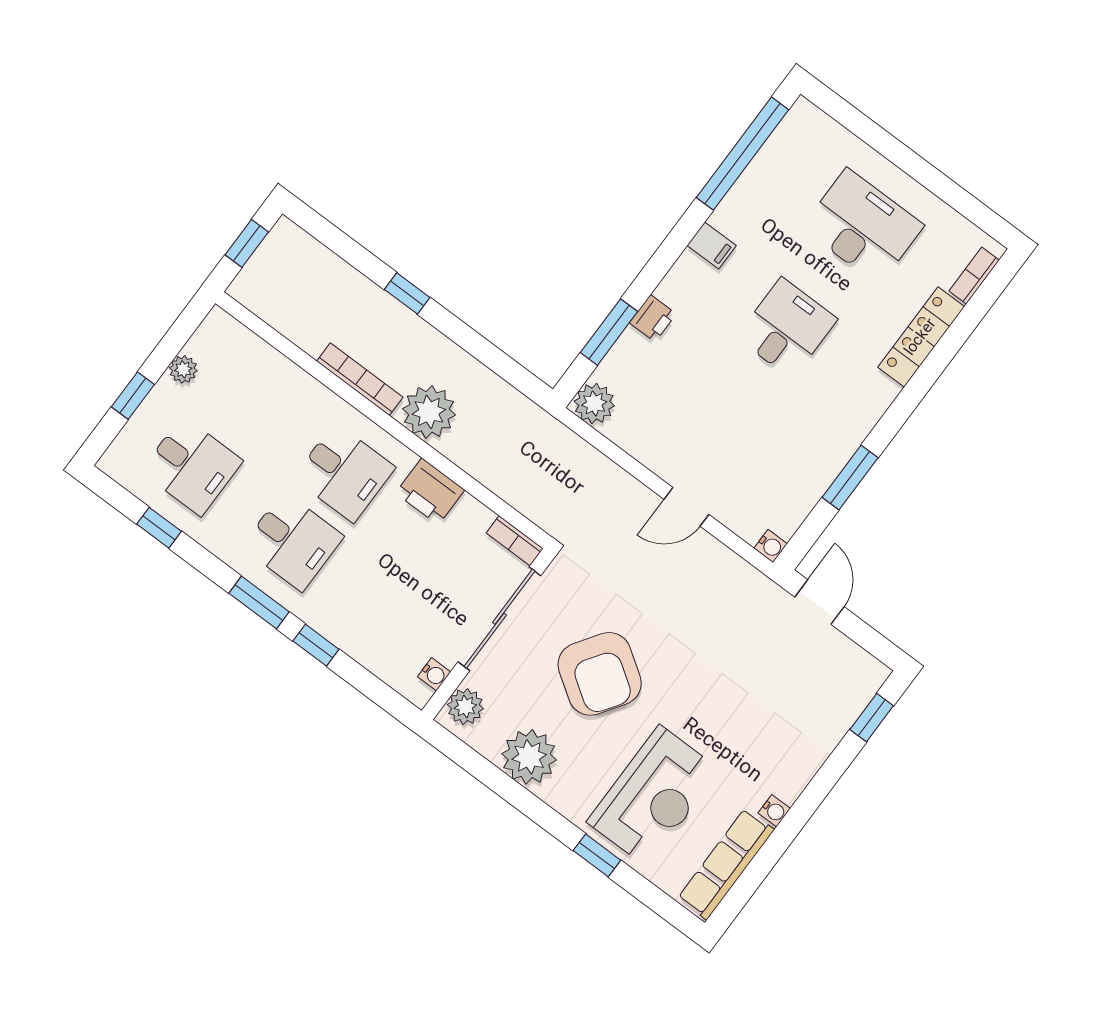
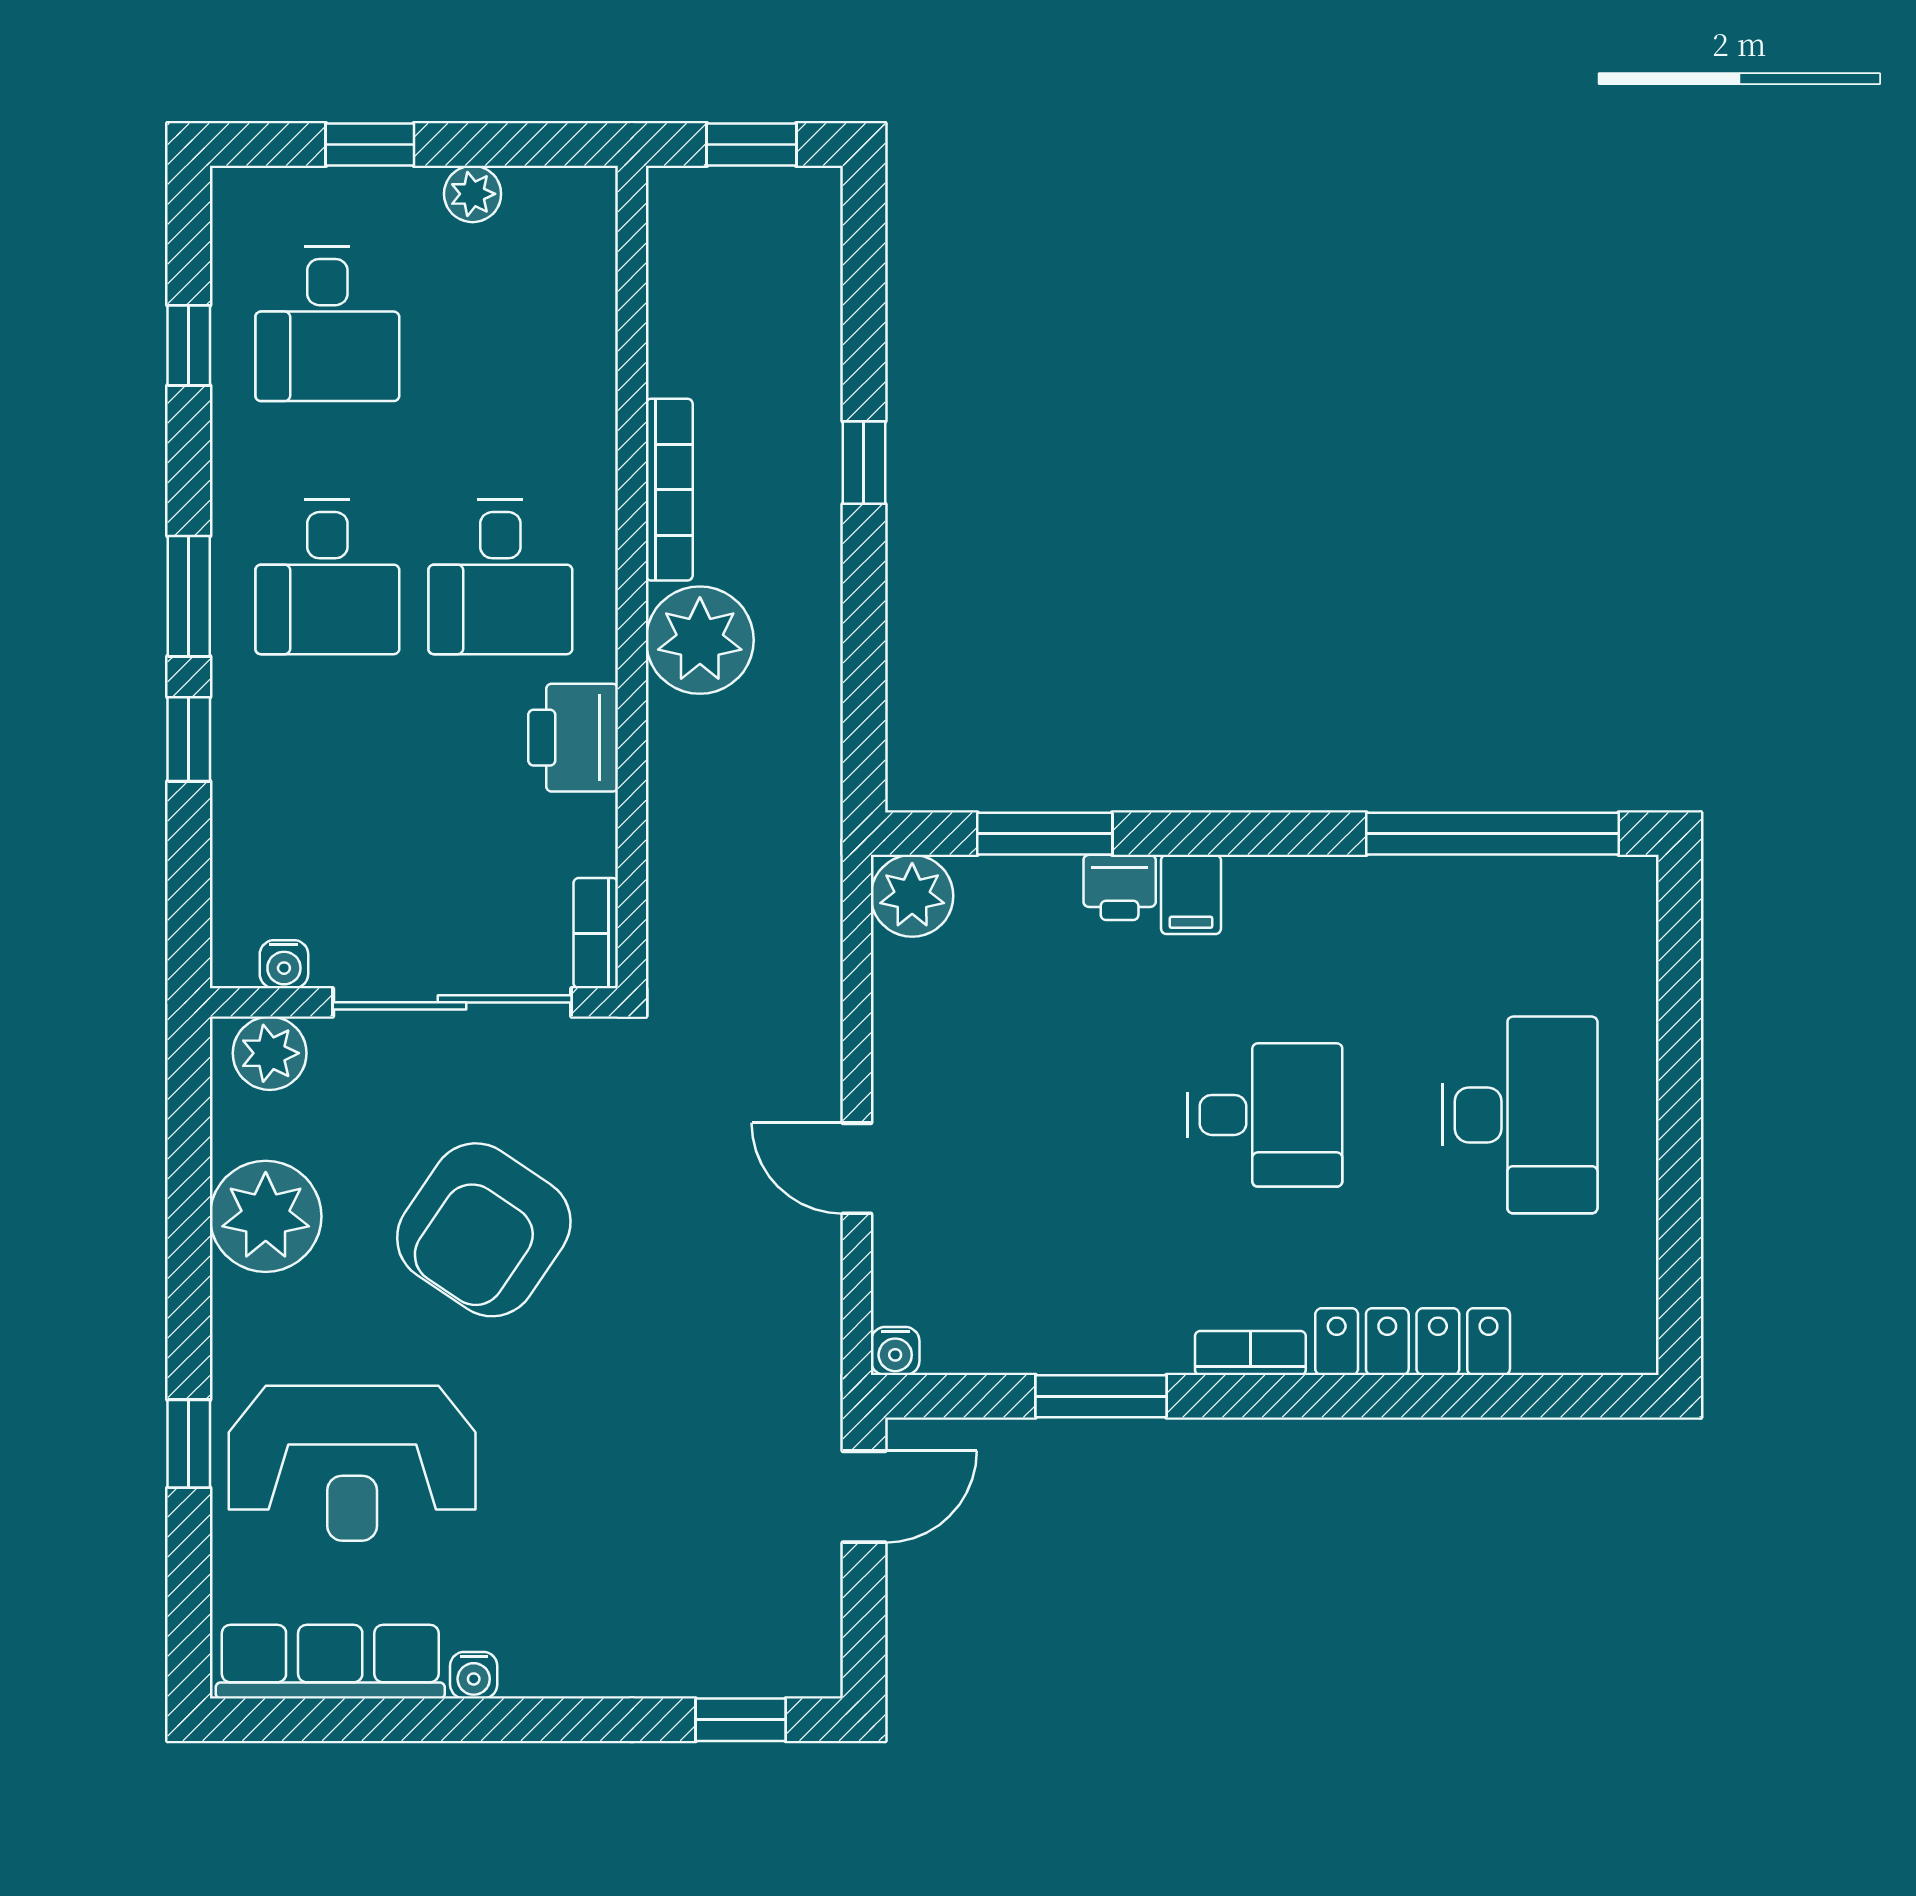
filing cabinet: (712, 246) -> (1191, 894), moved
bookcase: (974, 276) -> (1250, 1353), moved

